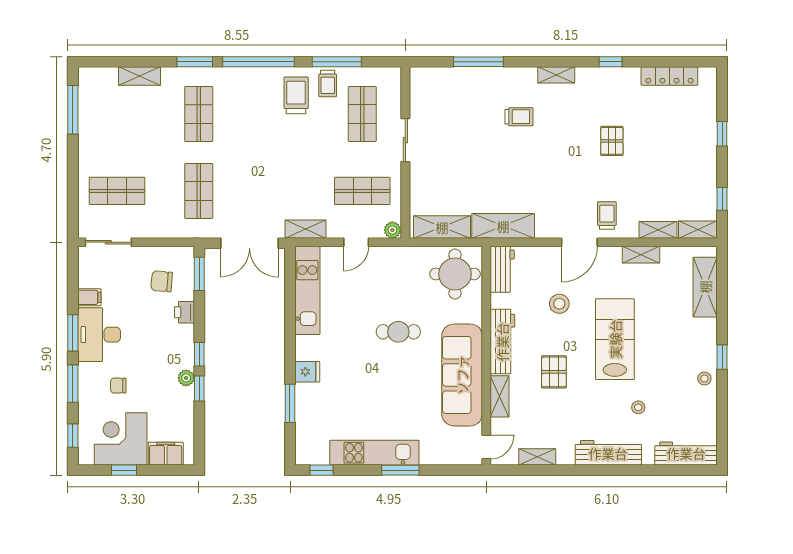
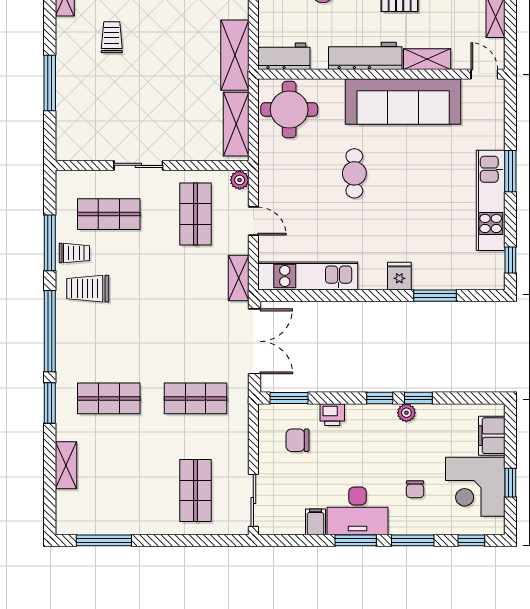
chair: (162, 281) -> (297, 440), turned 85

